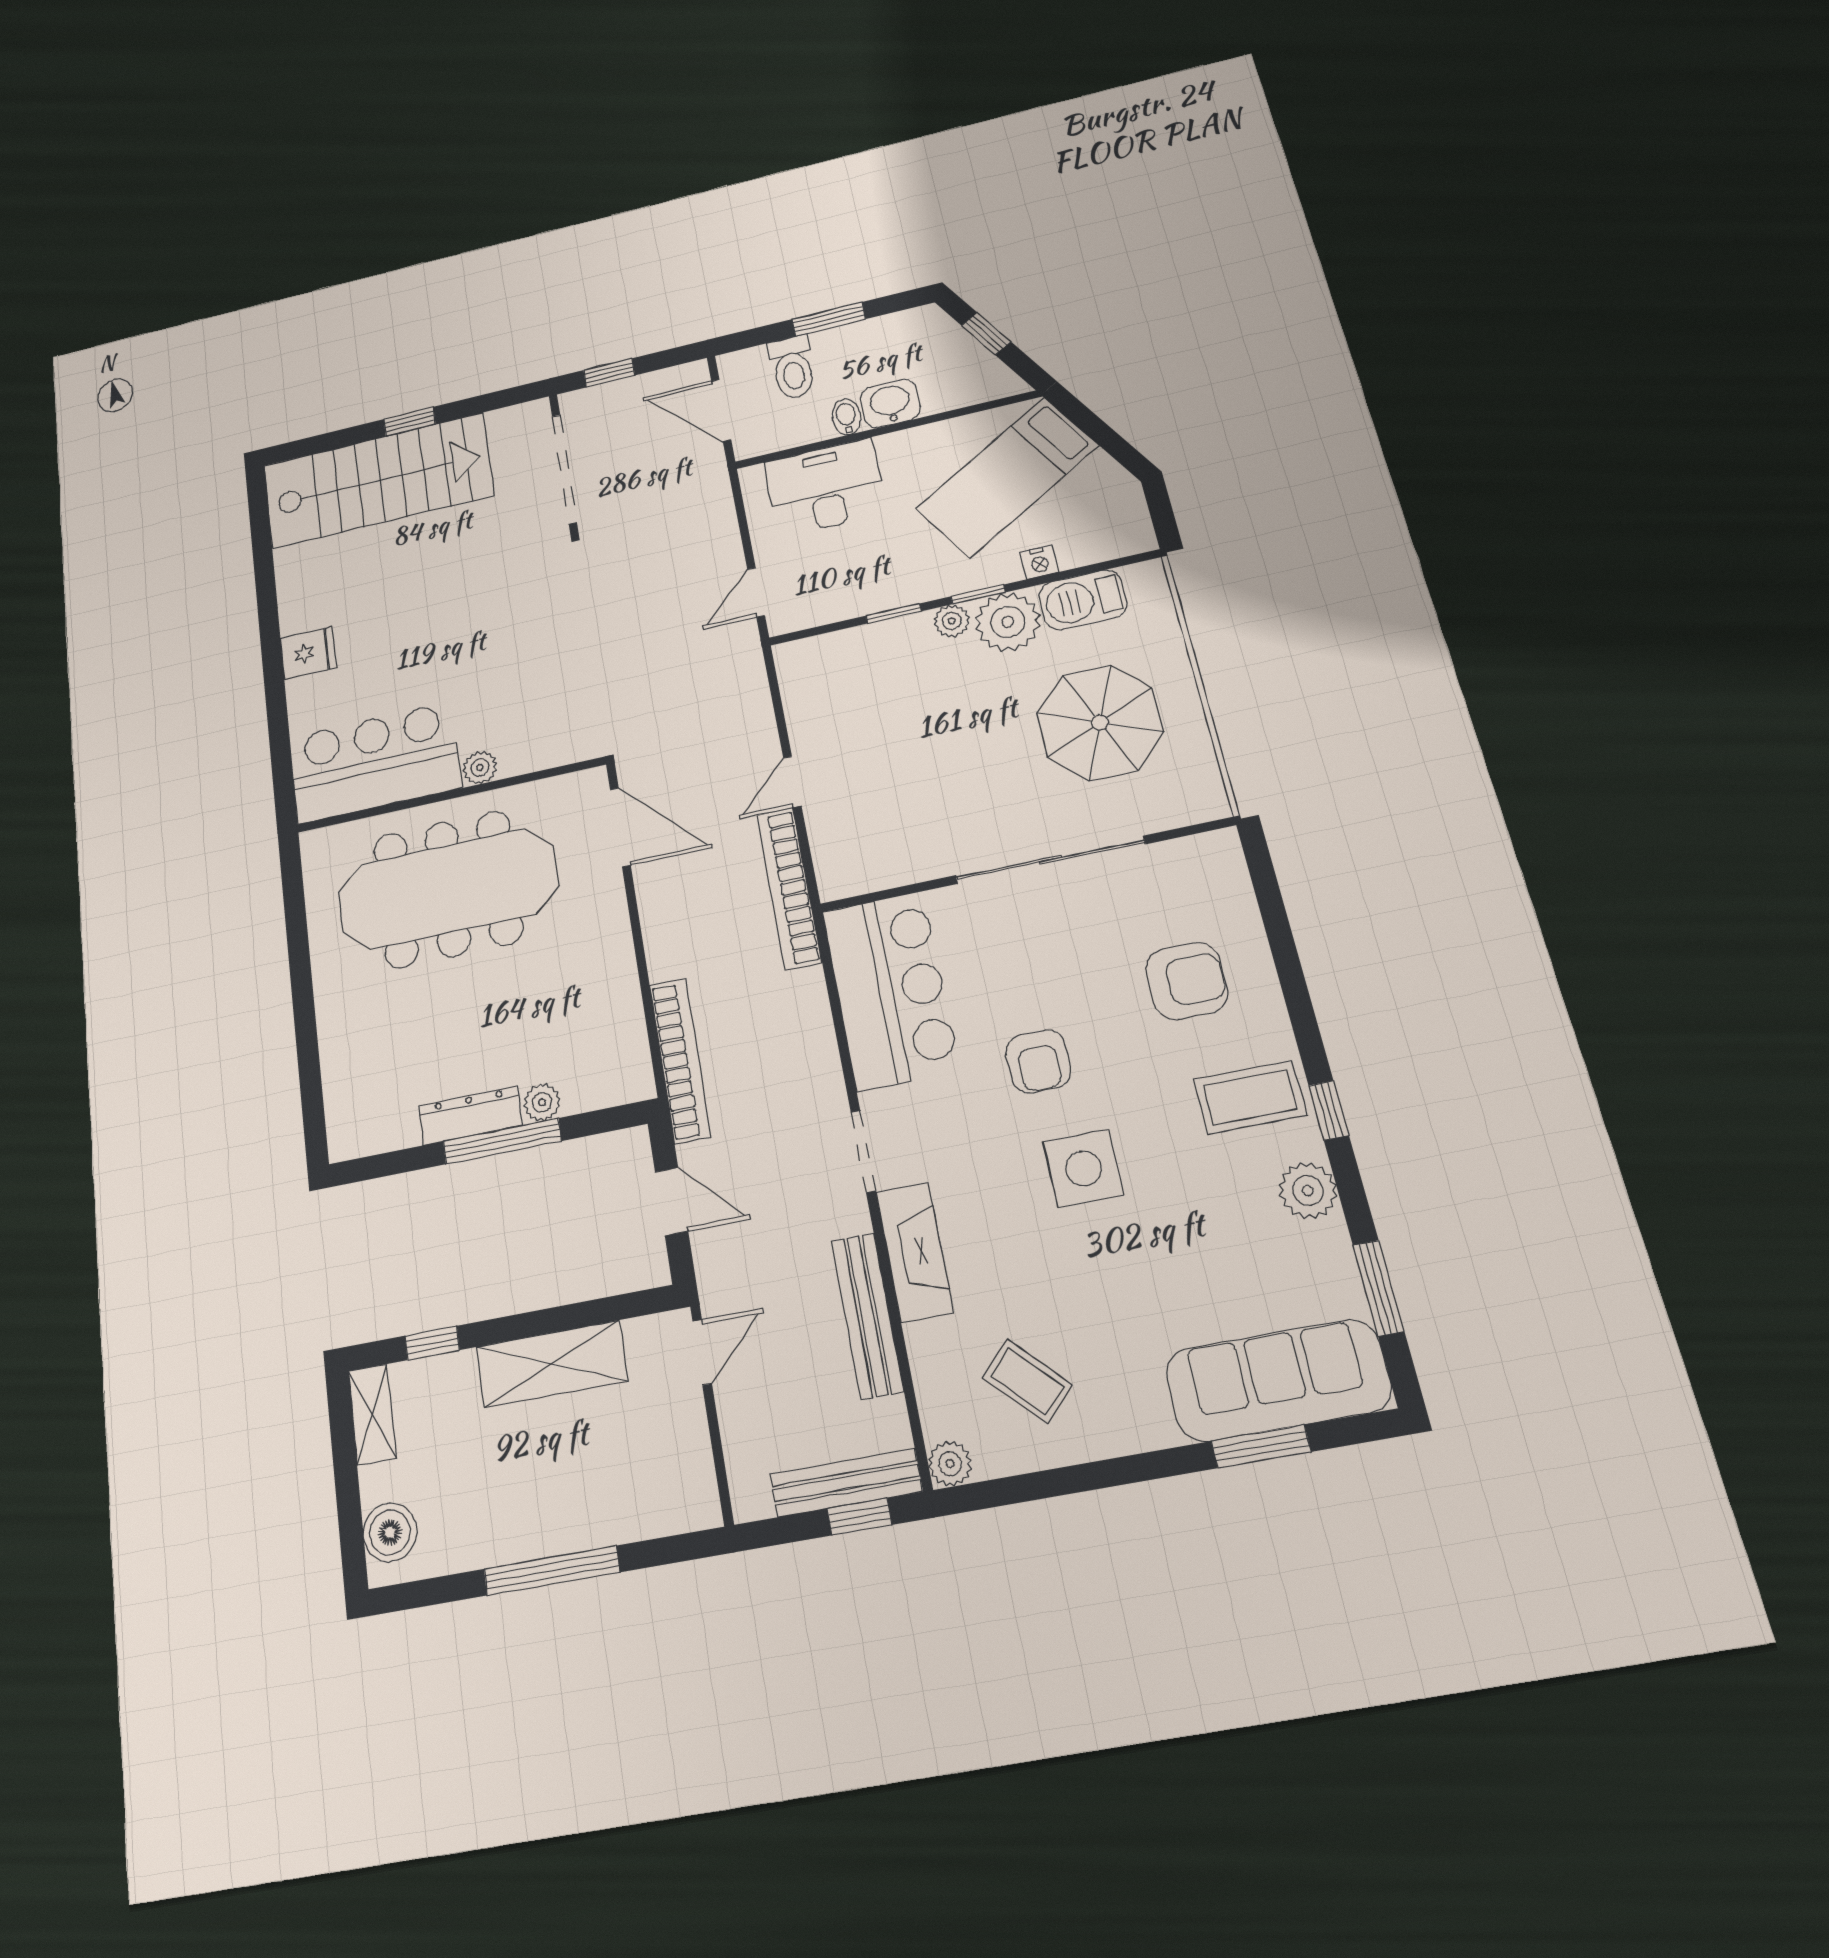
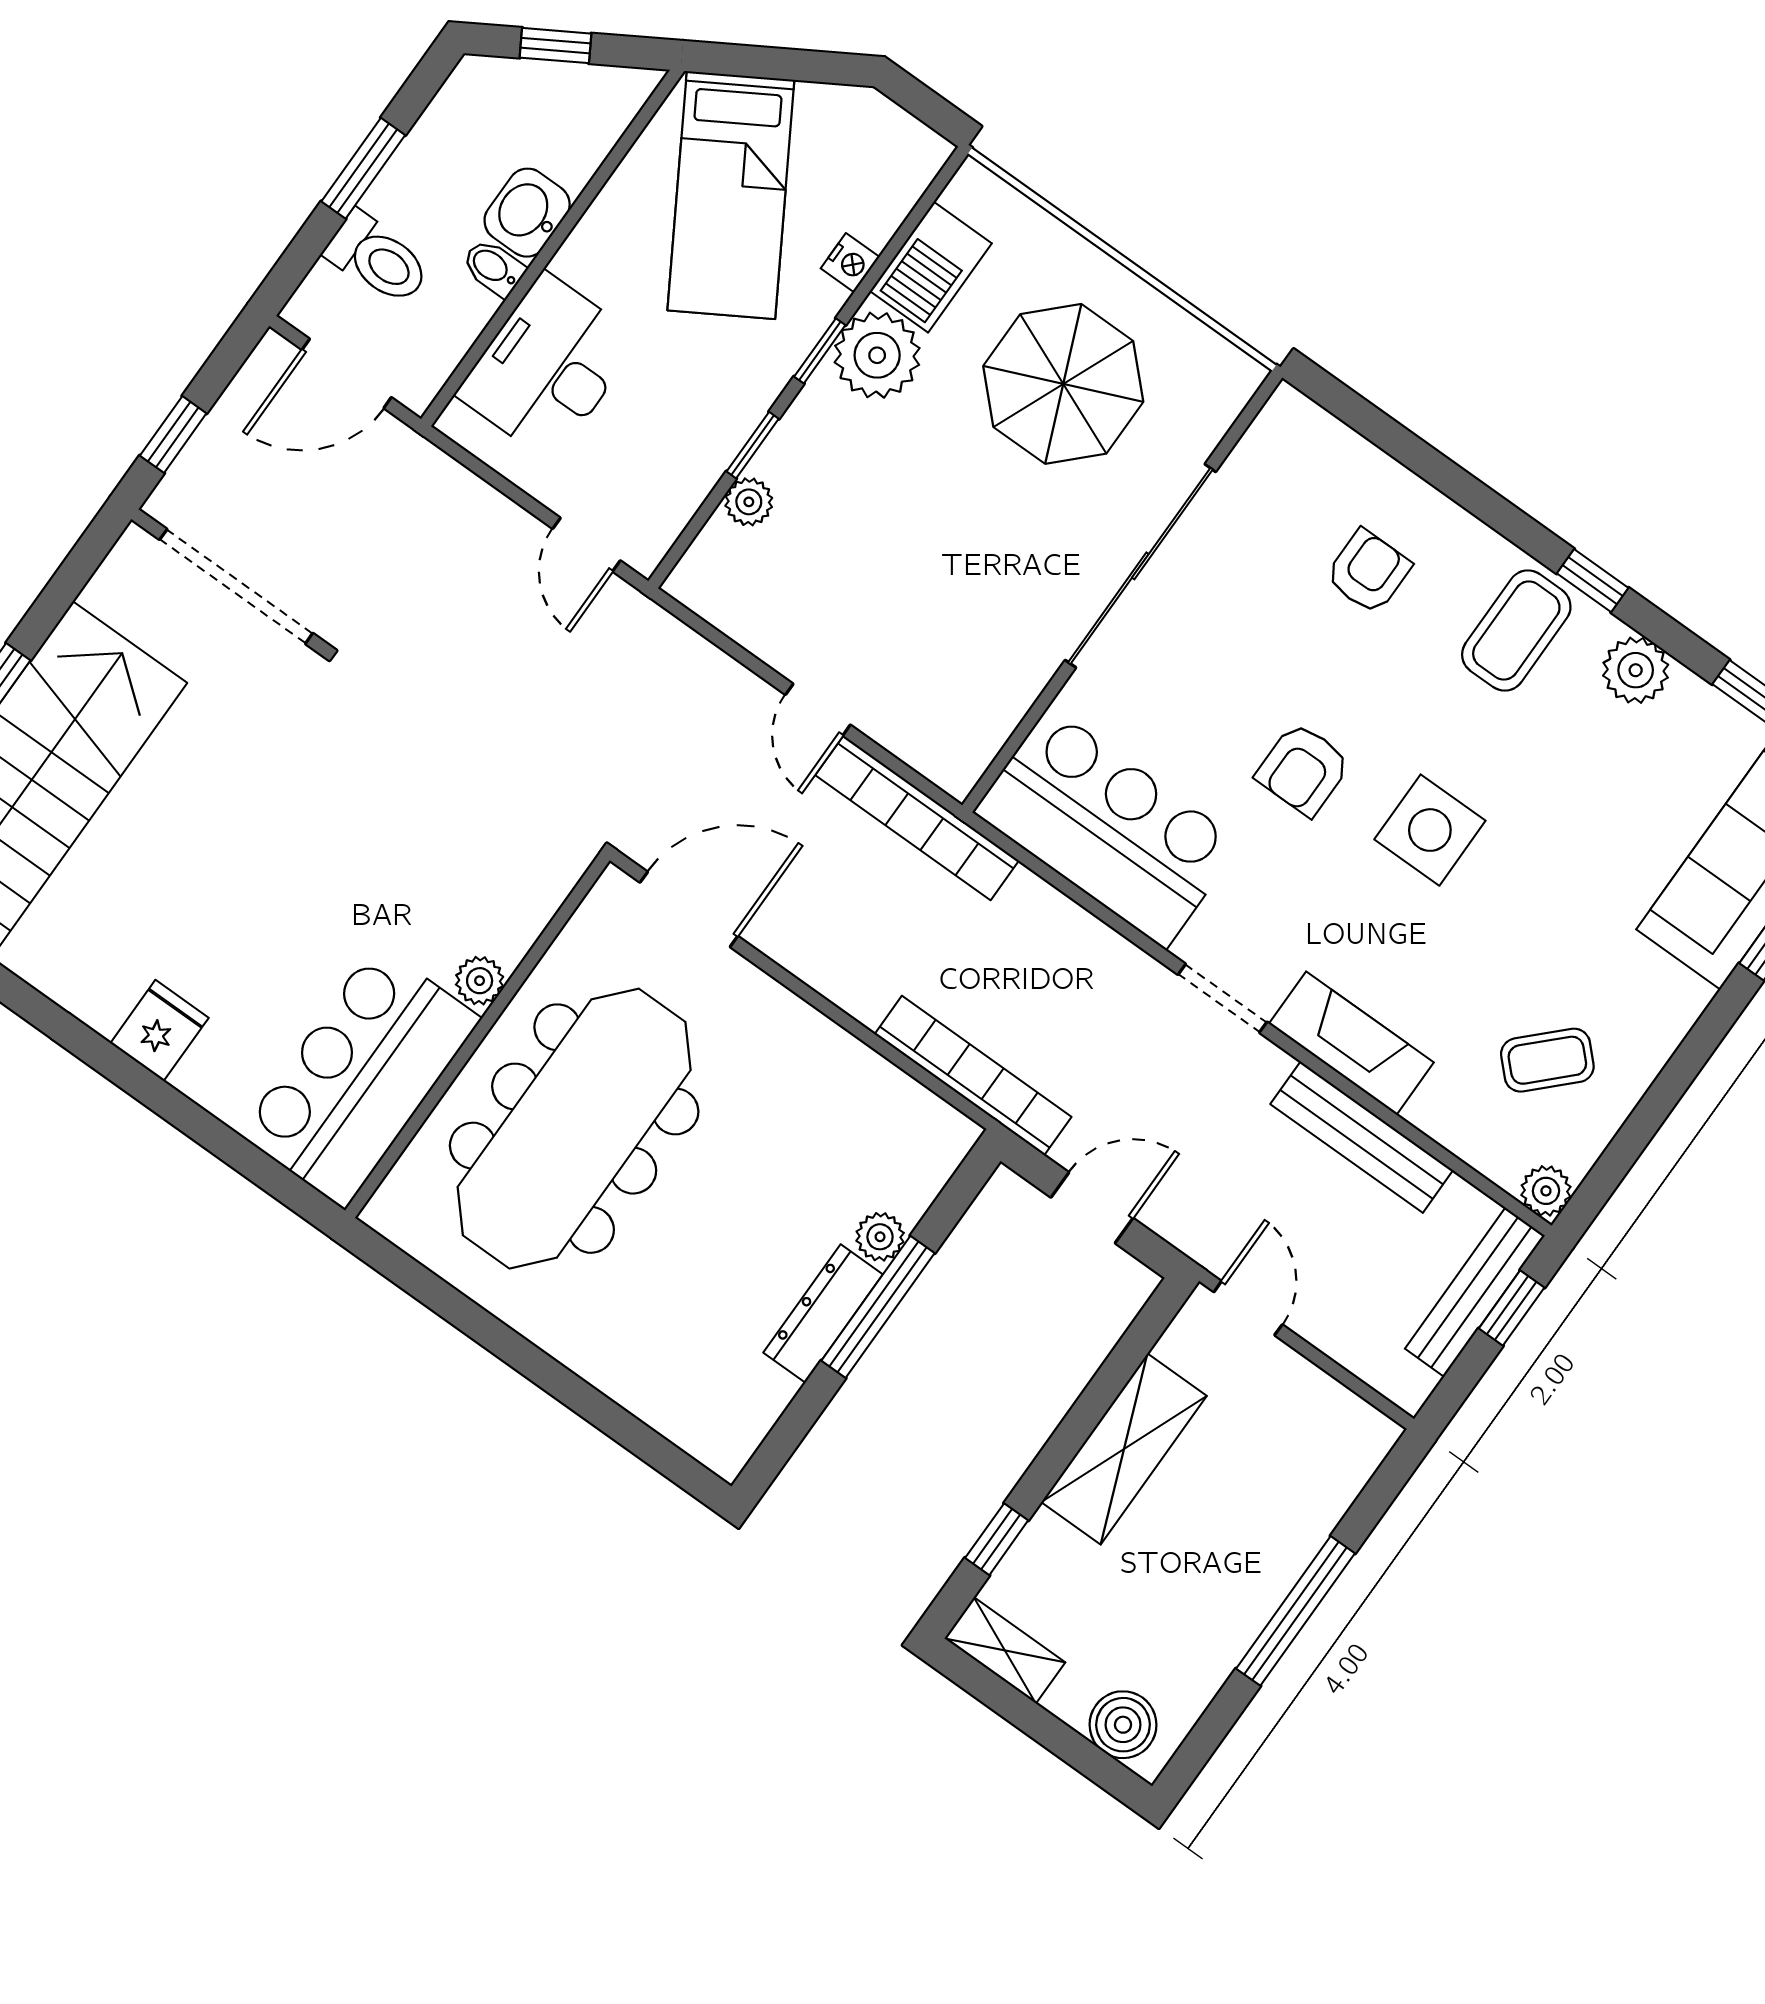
plant: (952, 621) -> (749, 502), moved
armchair: (1187, 981) -> (1368, 572), width x0.72, depth x0.72
armchair: (1038, 1061) -> (1303, 769), turned 90

